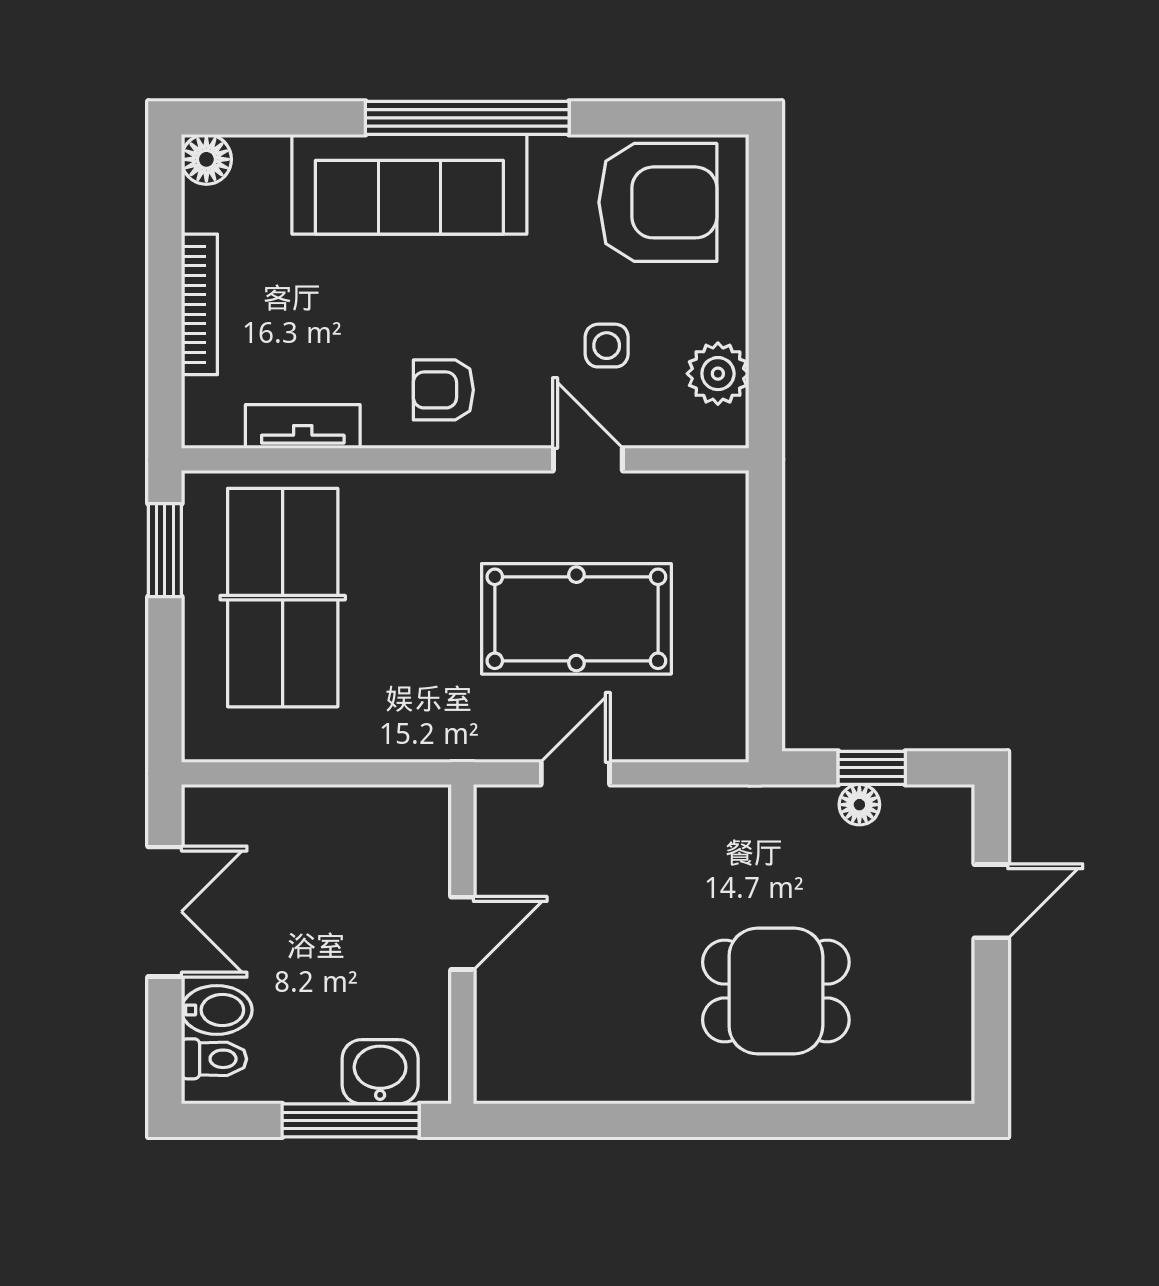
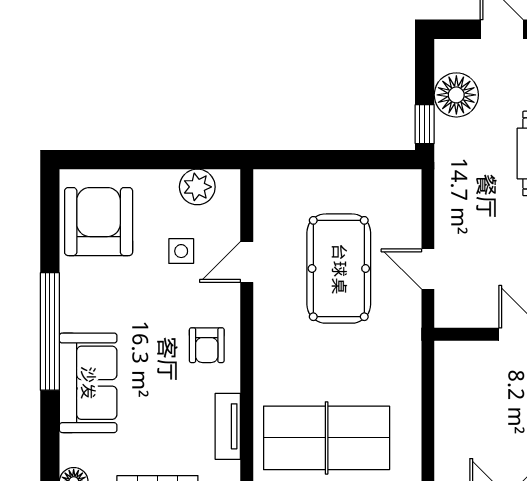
sofa: (409, 184) -> (88, 383), width x0.73
window: (872, 768) -> (425, 124), moved
floor lamp: (859, 805) -> (456, 95), width x1.89, depth x1.89

